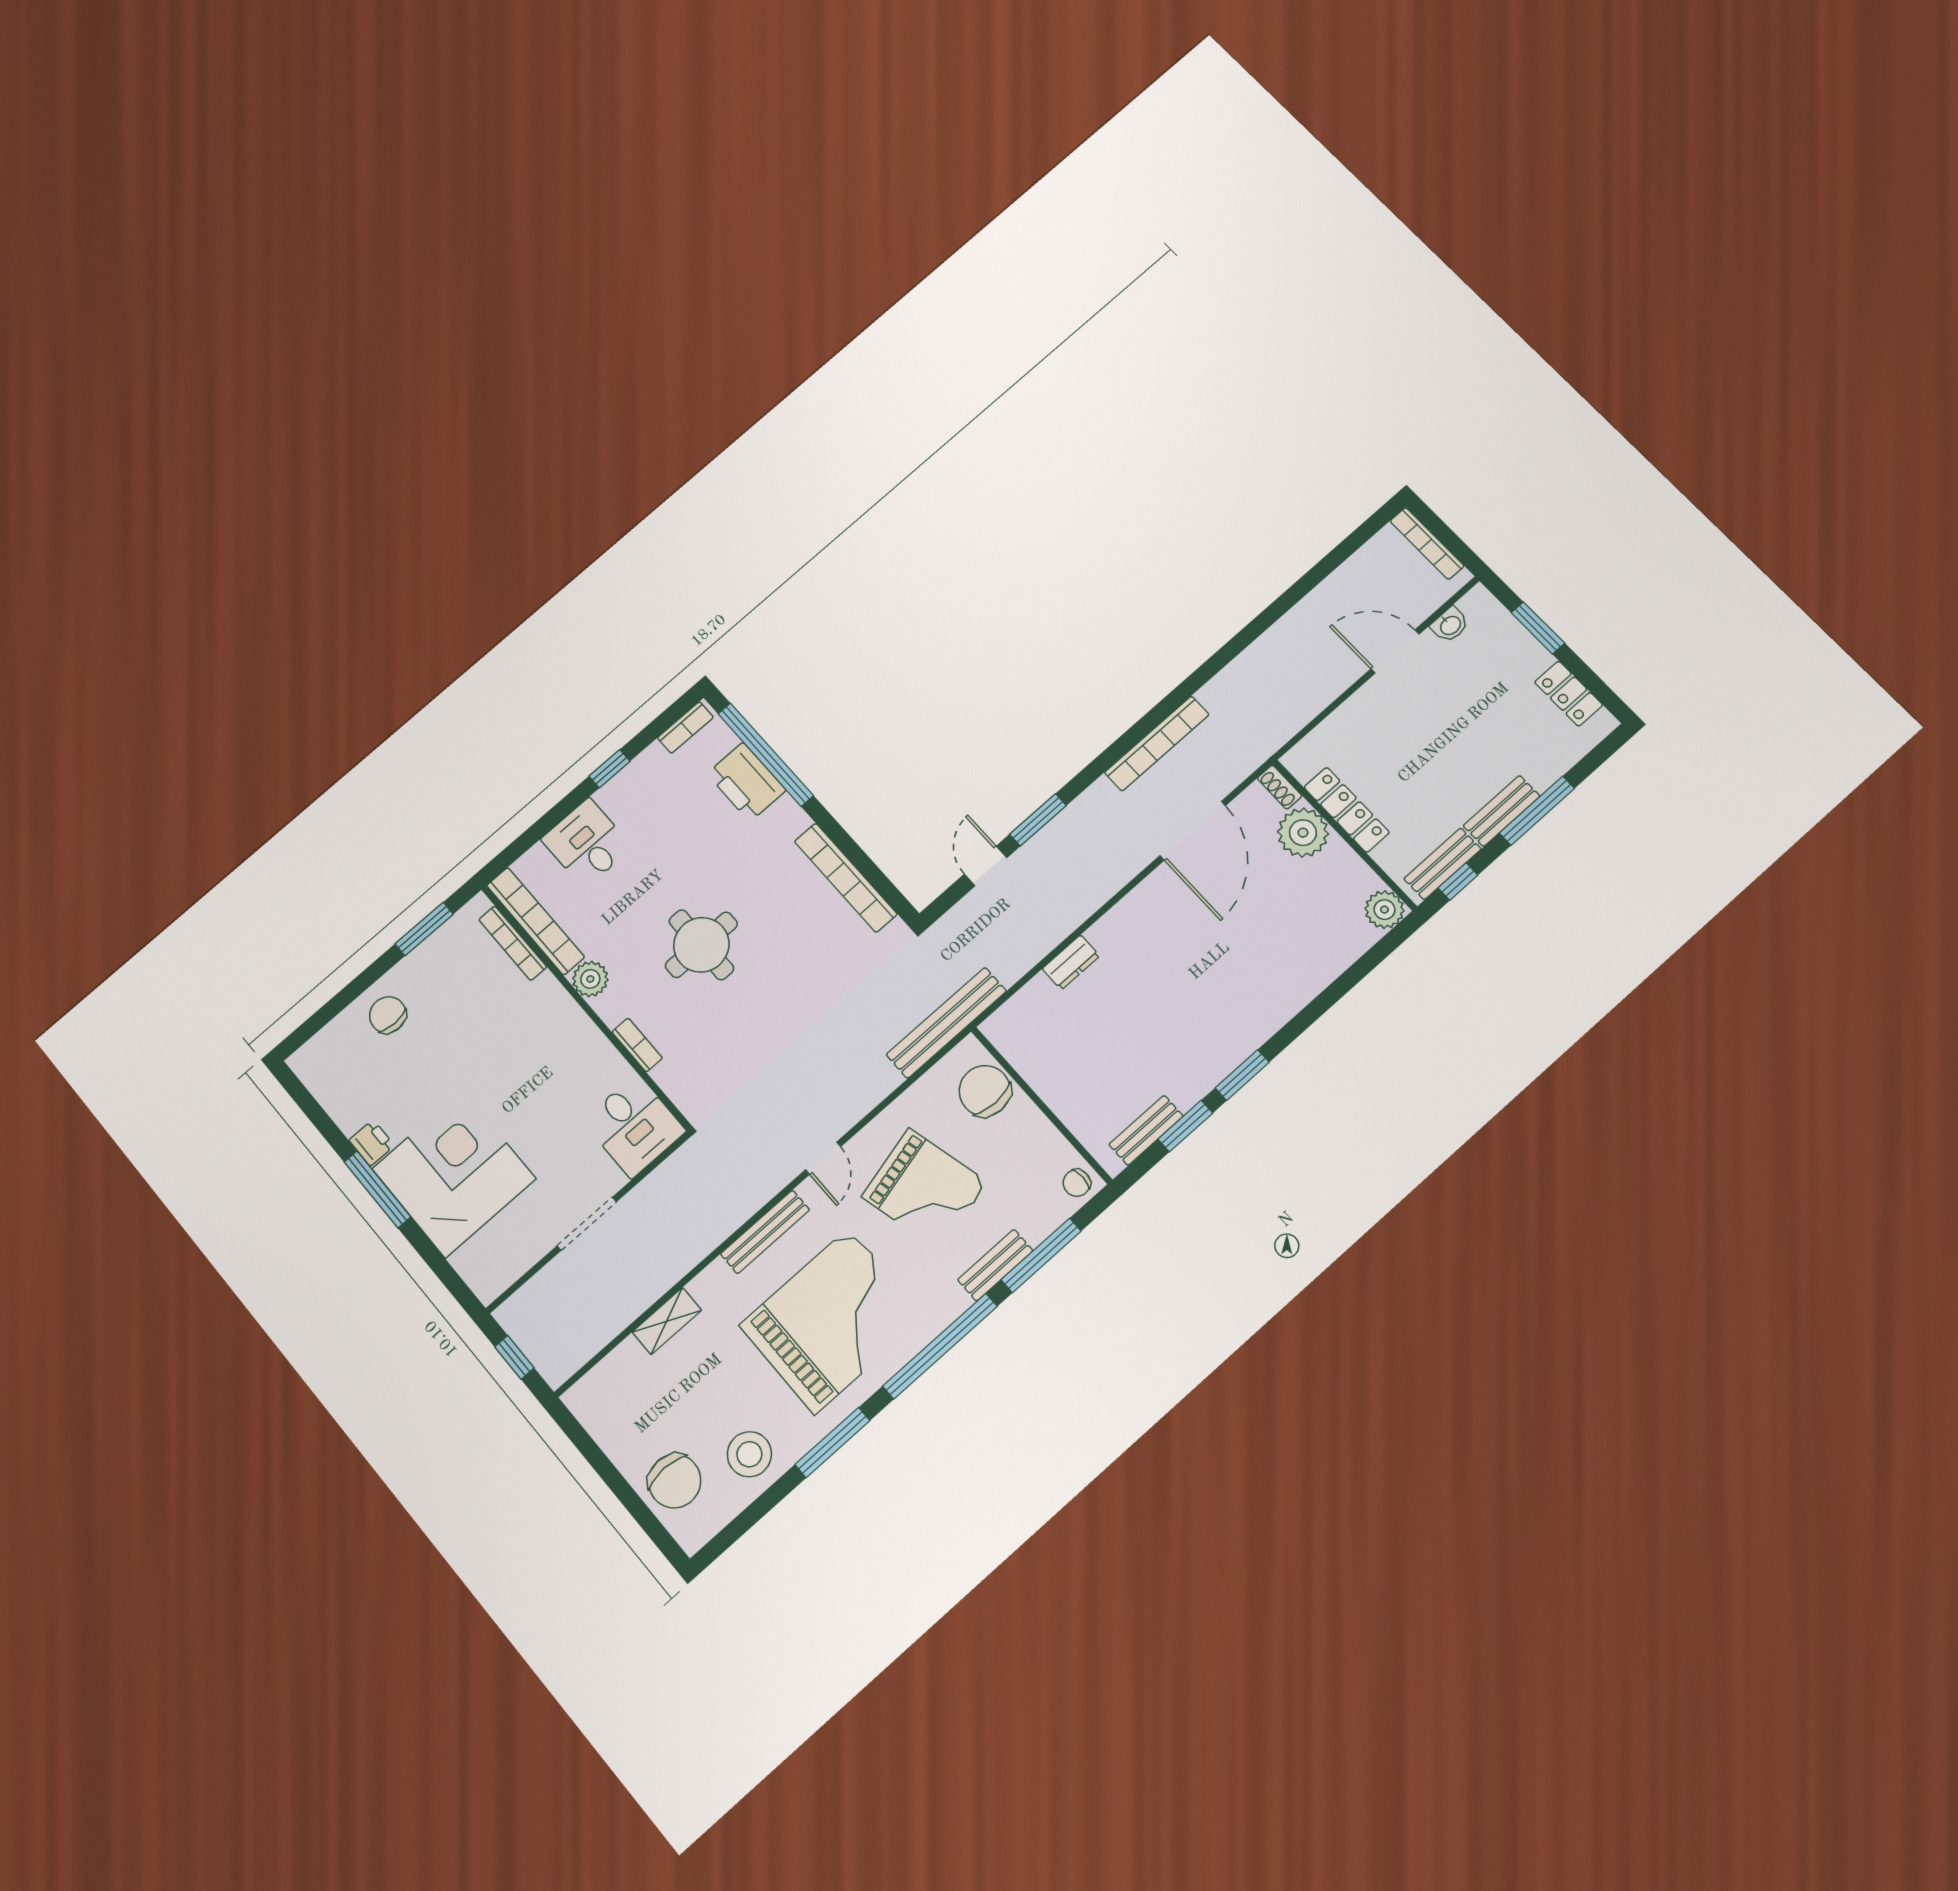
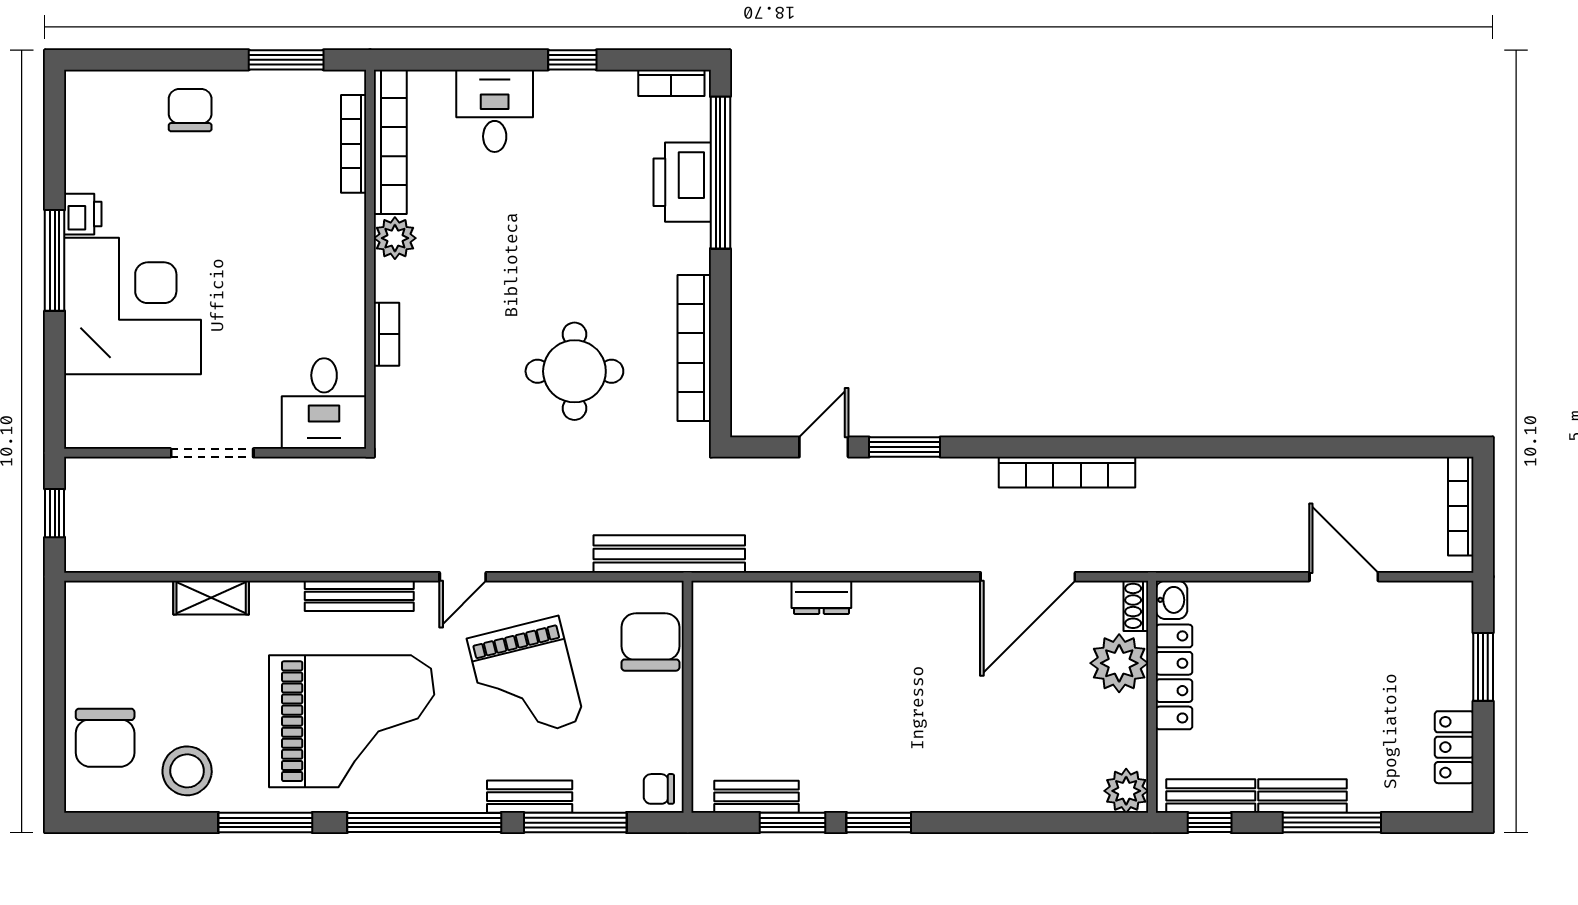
washbasin: (1450, 625) -> (1172, 600), moved, turned -90
round table: (701, 945) -> (574, 371), moved

